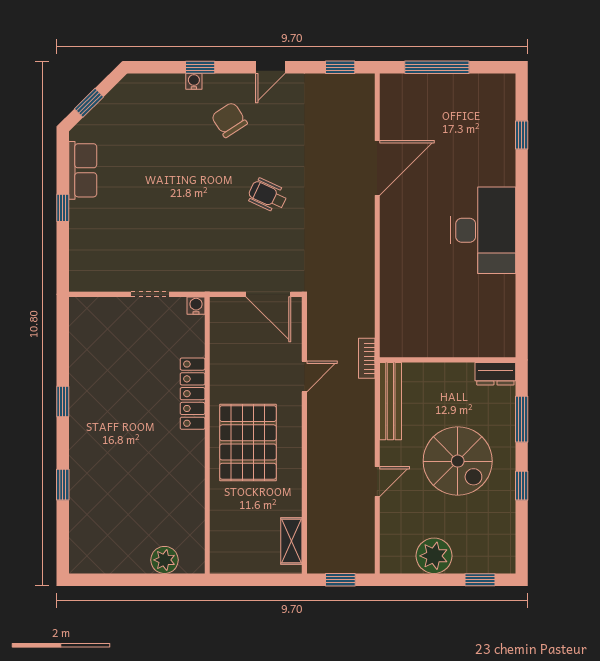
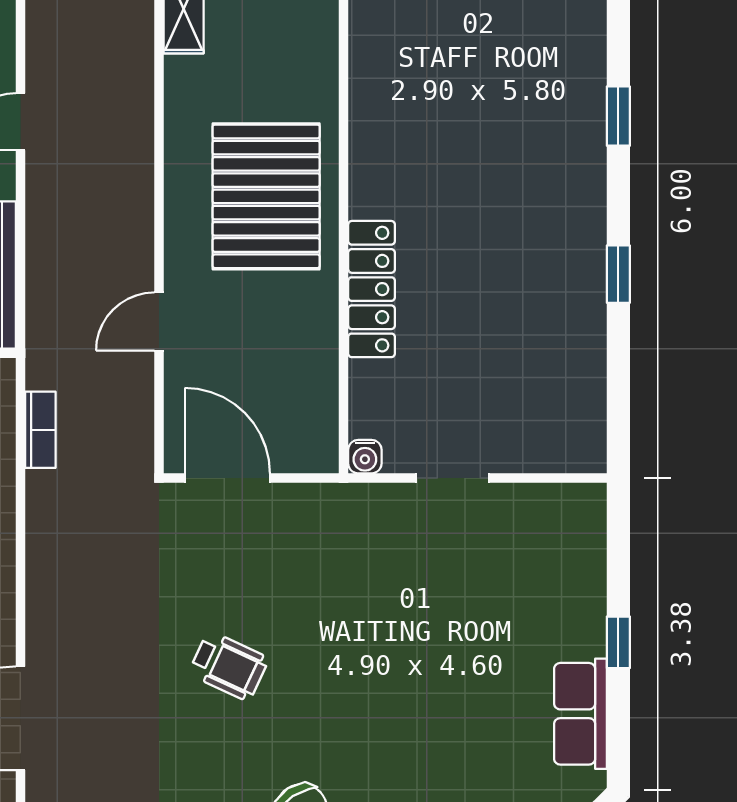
bookcase: (367, 358) -> (40, 430), moved

